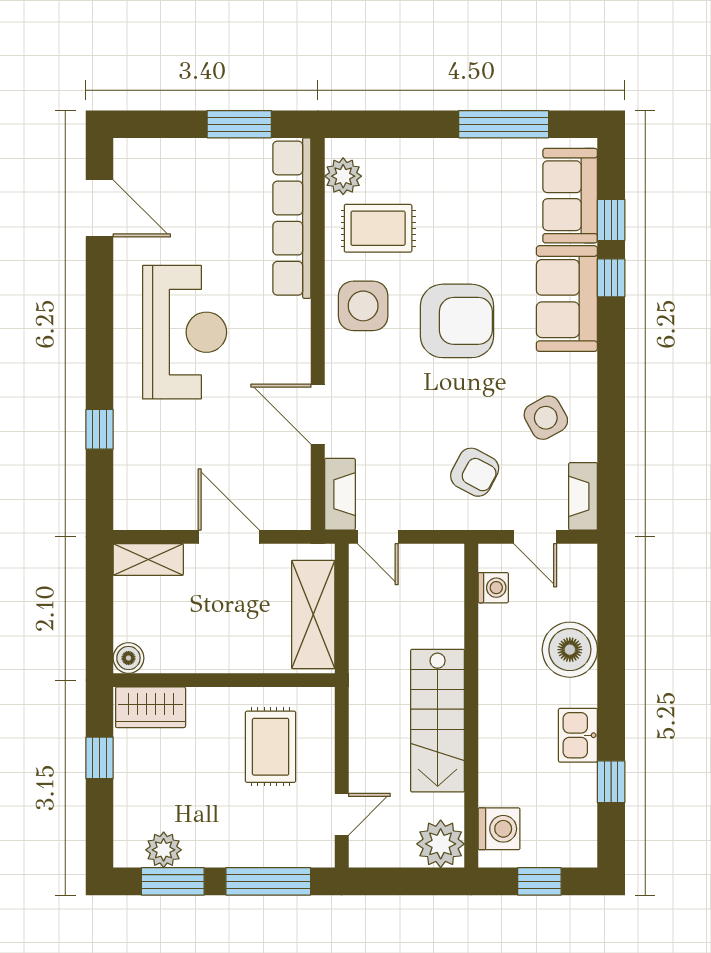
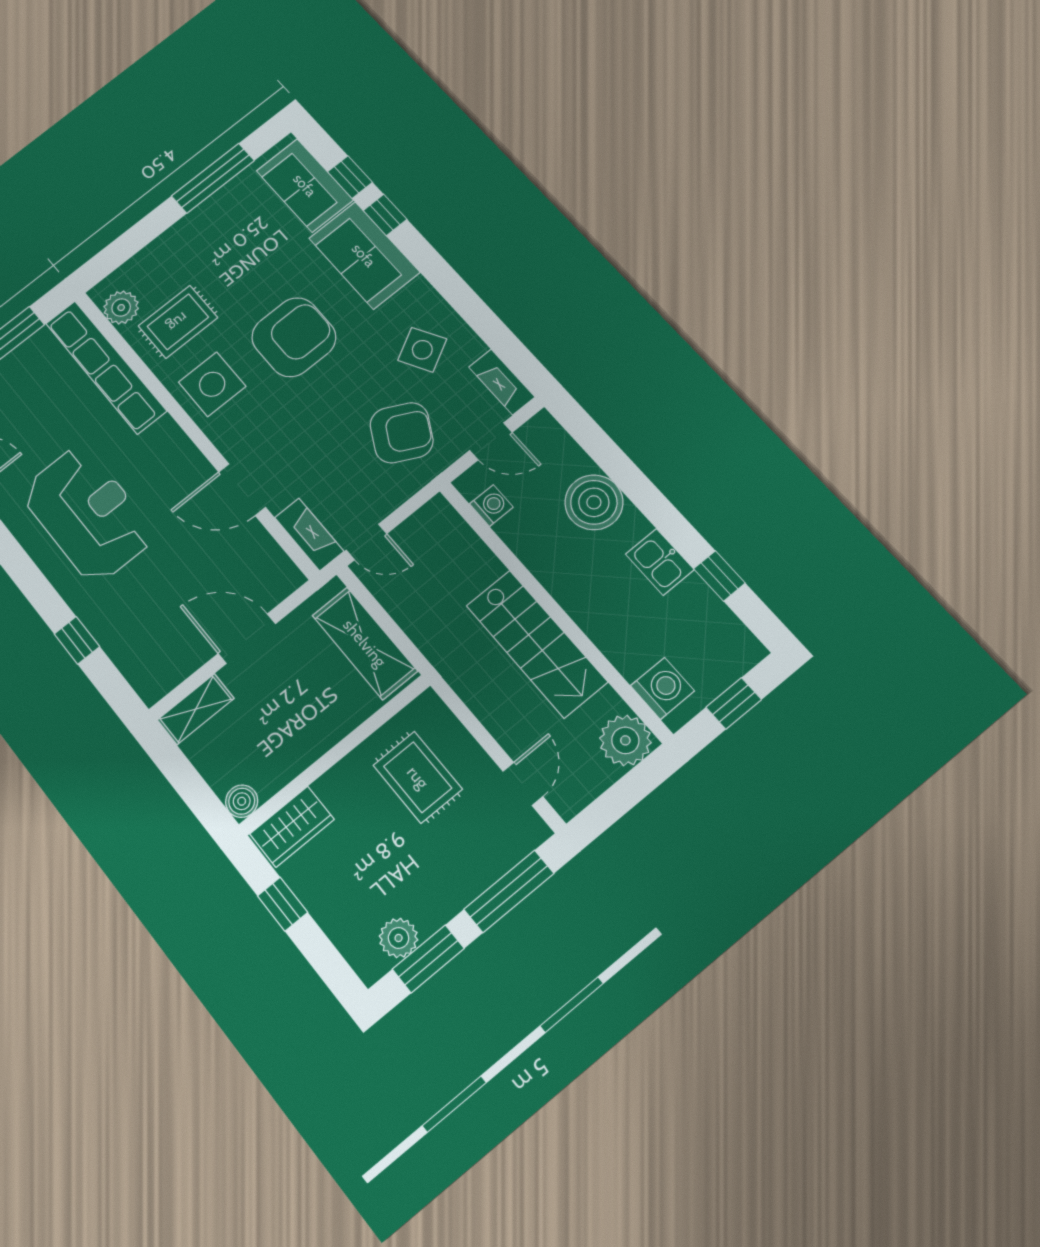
armchair: (475, 472) -> (402, 433), width x1.38, depth x1.38

